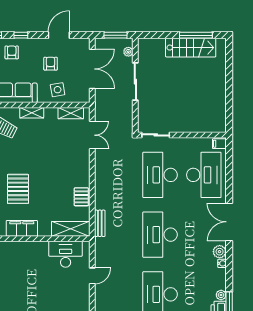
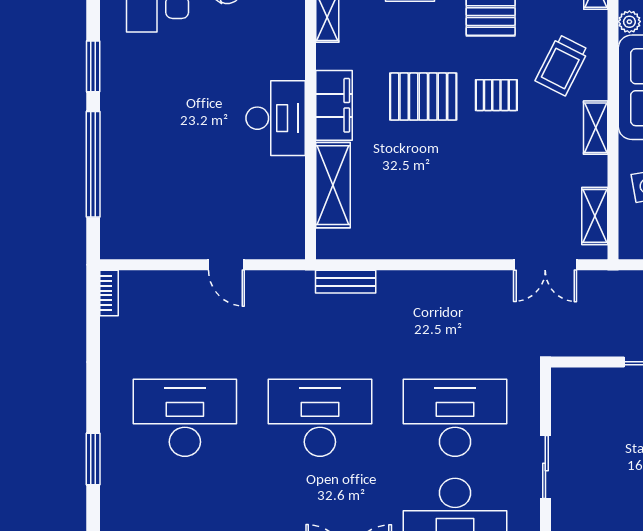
sliding door: (156, 135) -> (545, 467), moved
pallet: (81, 197) -> (496, 95), moved
shelving: (70, 229) -> (333, 185), moved
desk: (66, 254) -> (276, 118), moved

